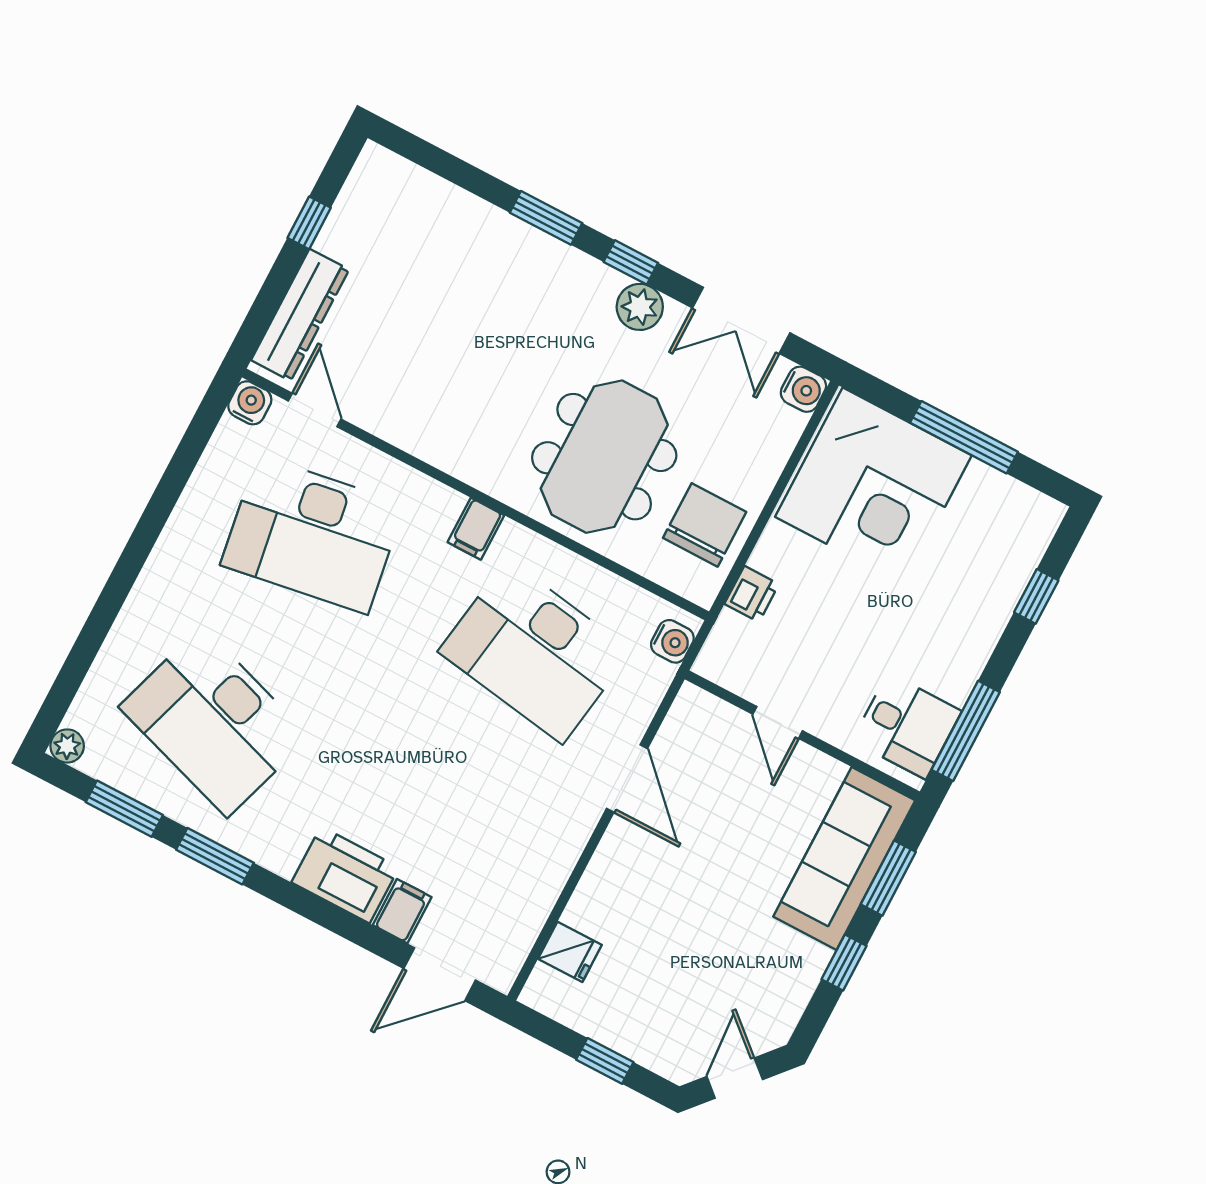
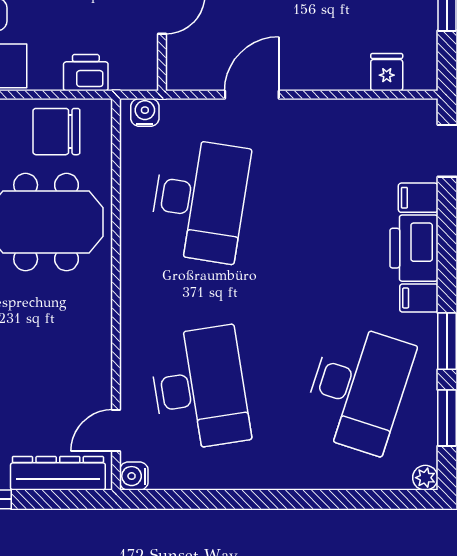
filing cabinet: (476, 529) -> (419, 298), moved, turned 180
printer: (752, 594) -> (86, 73), width x1.36, depth x1.24

